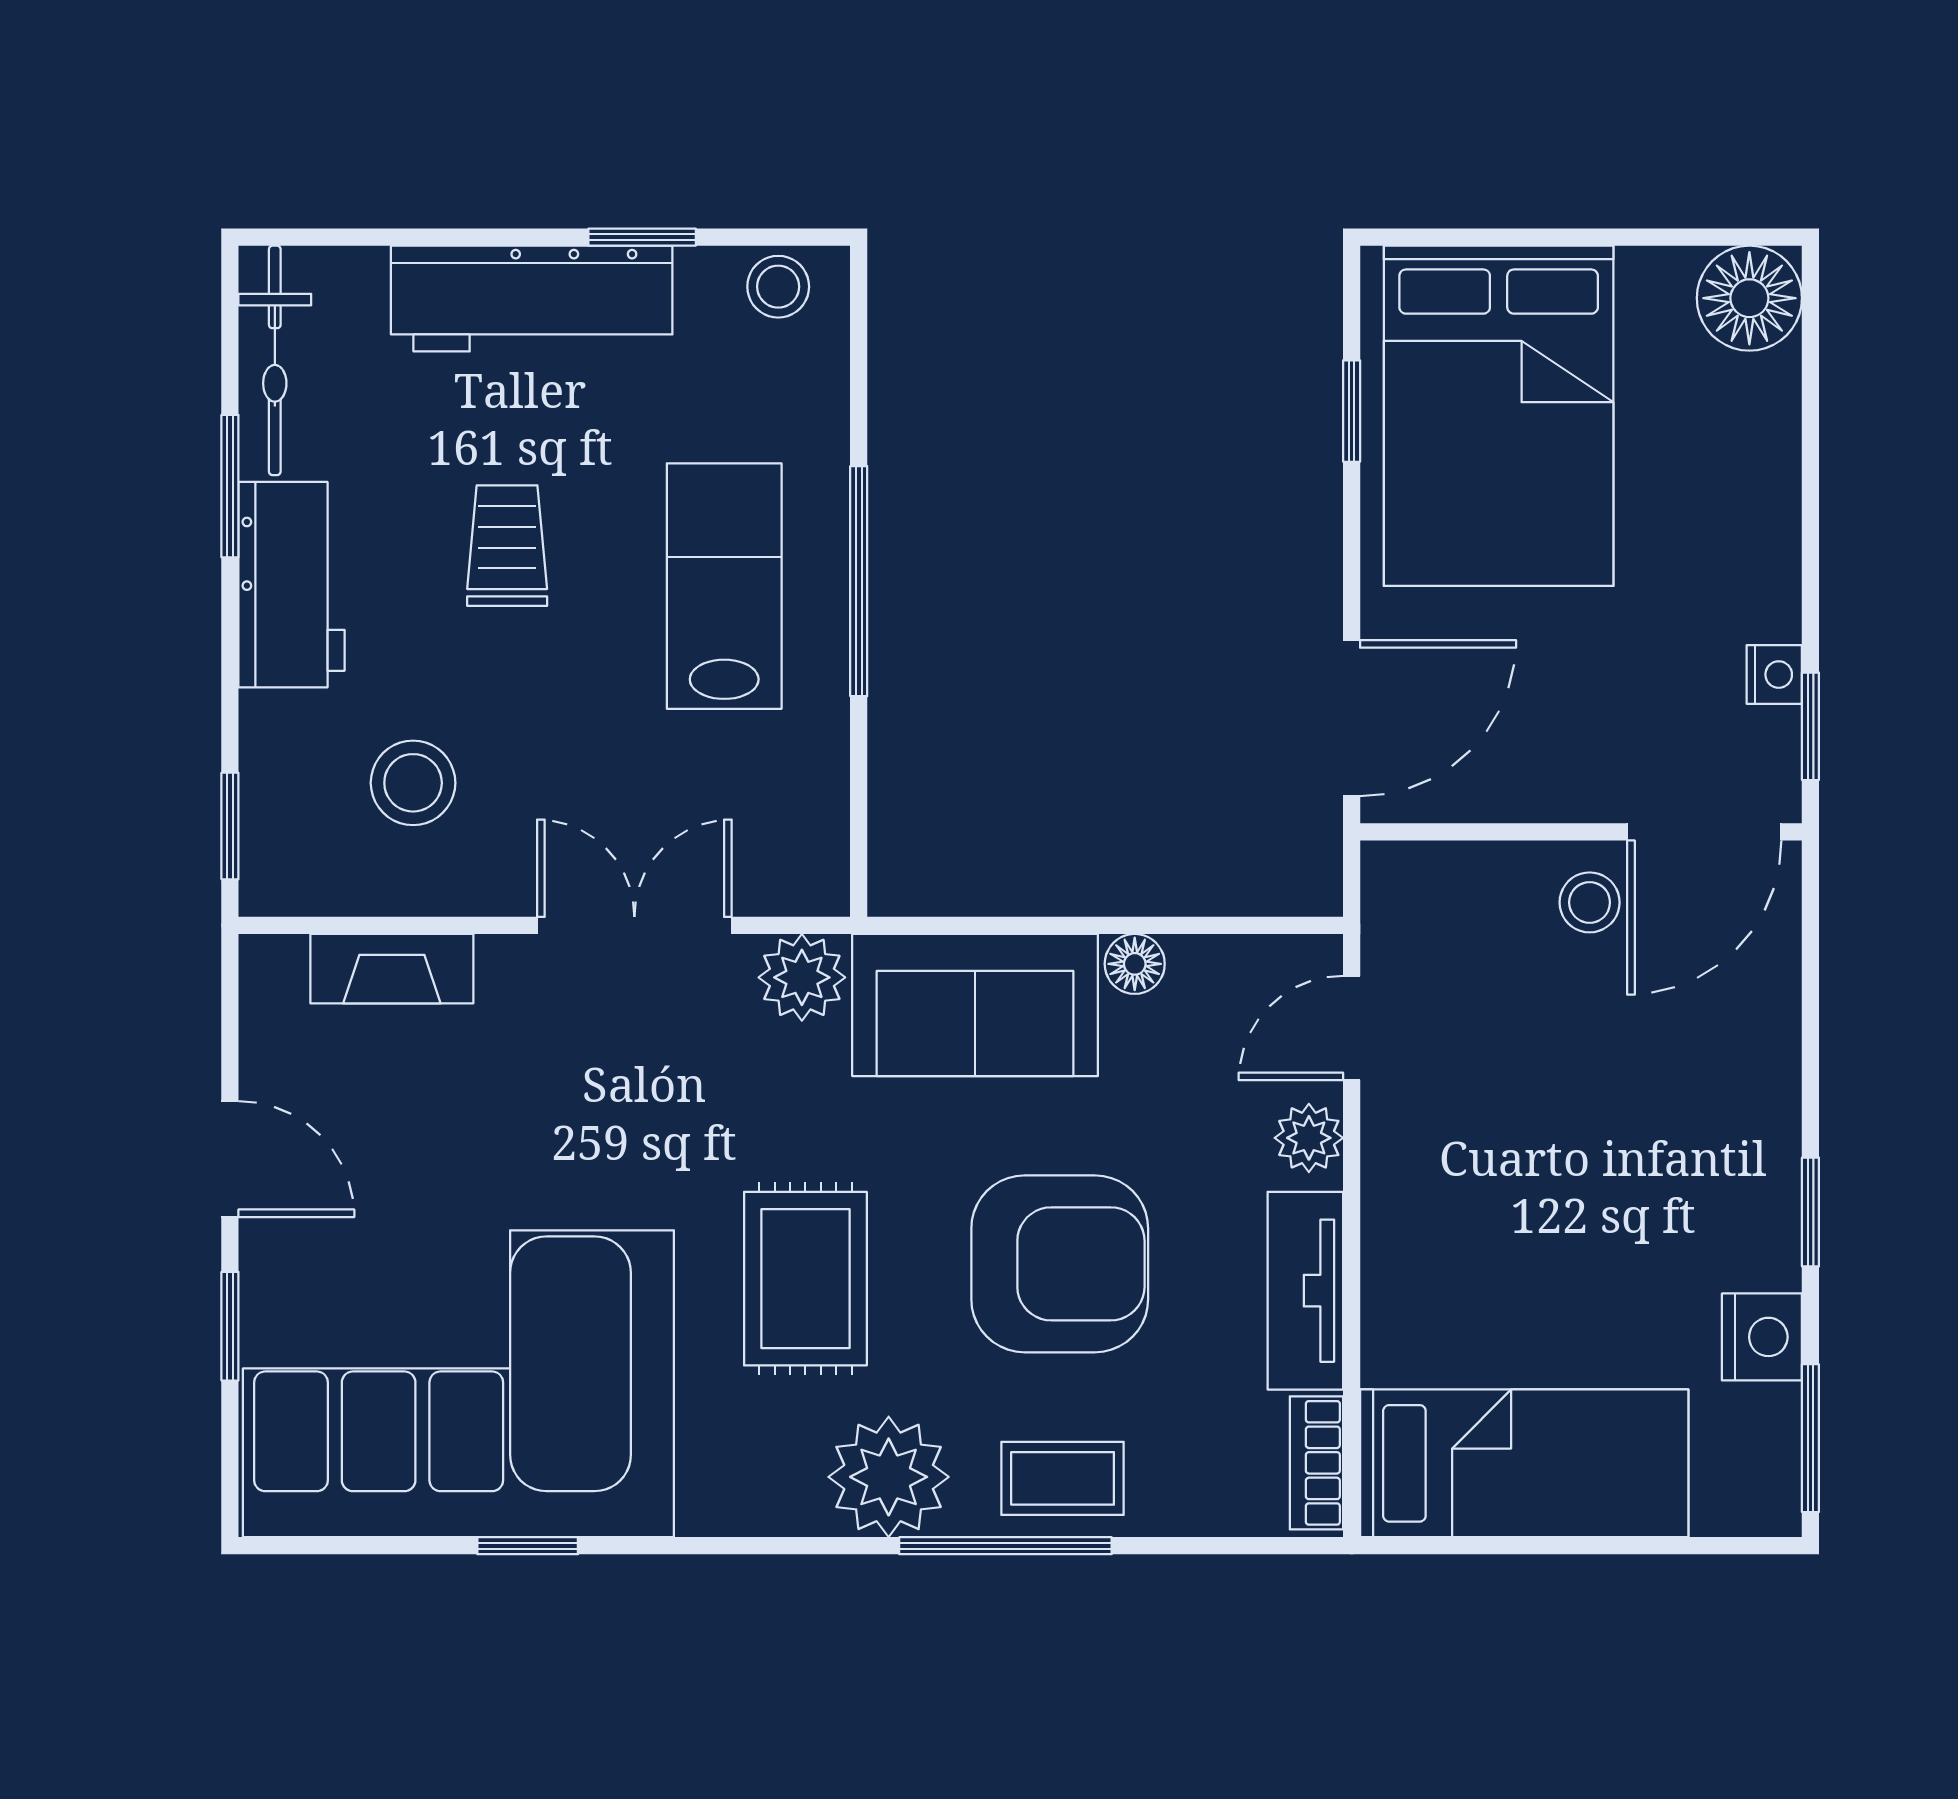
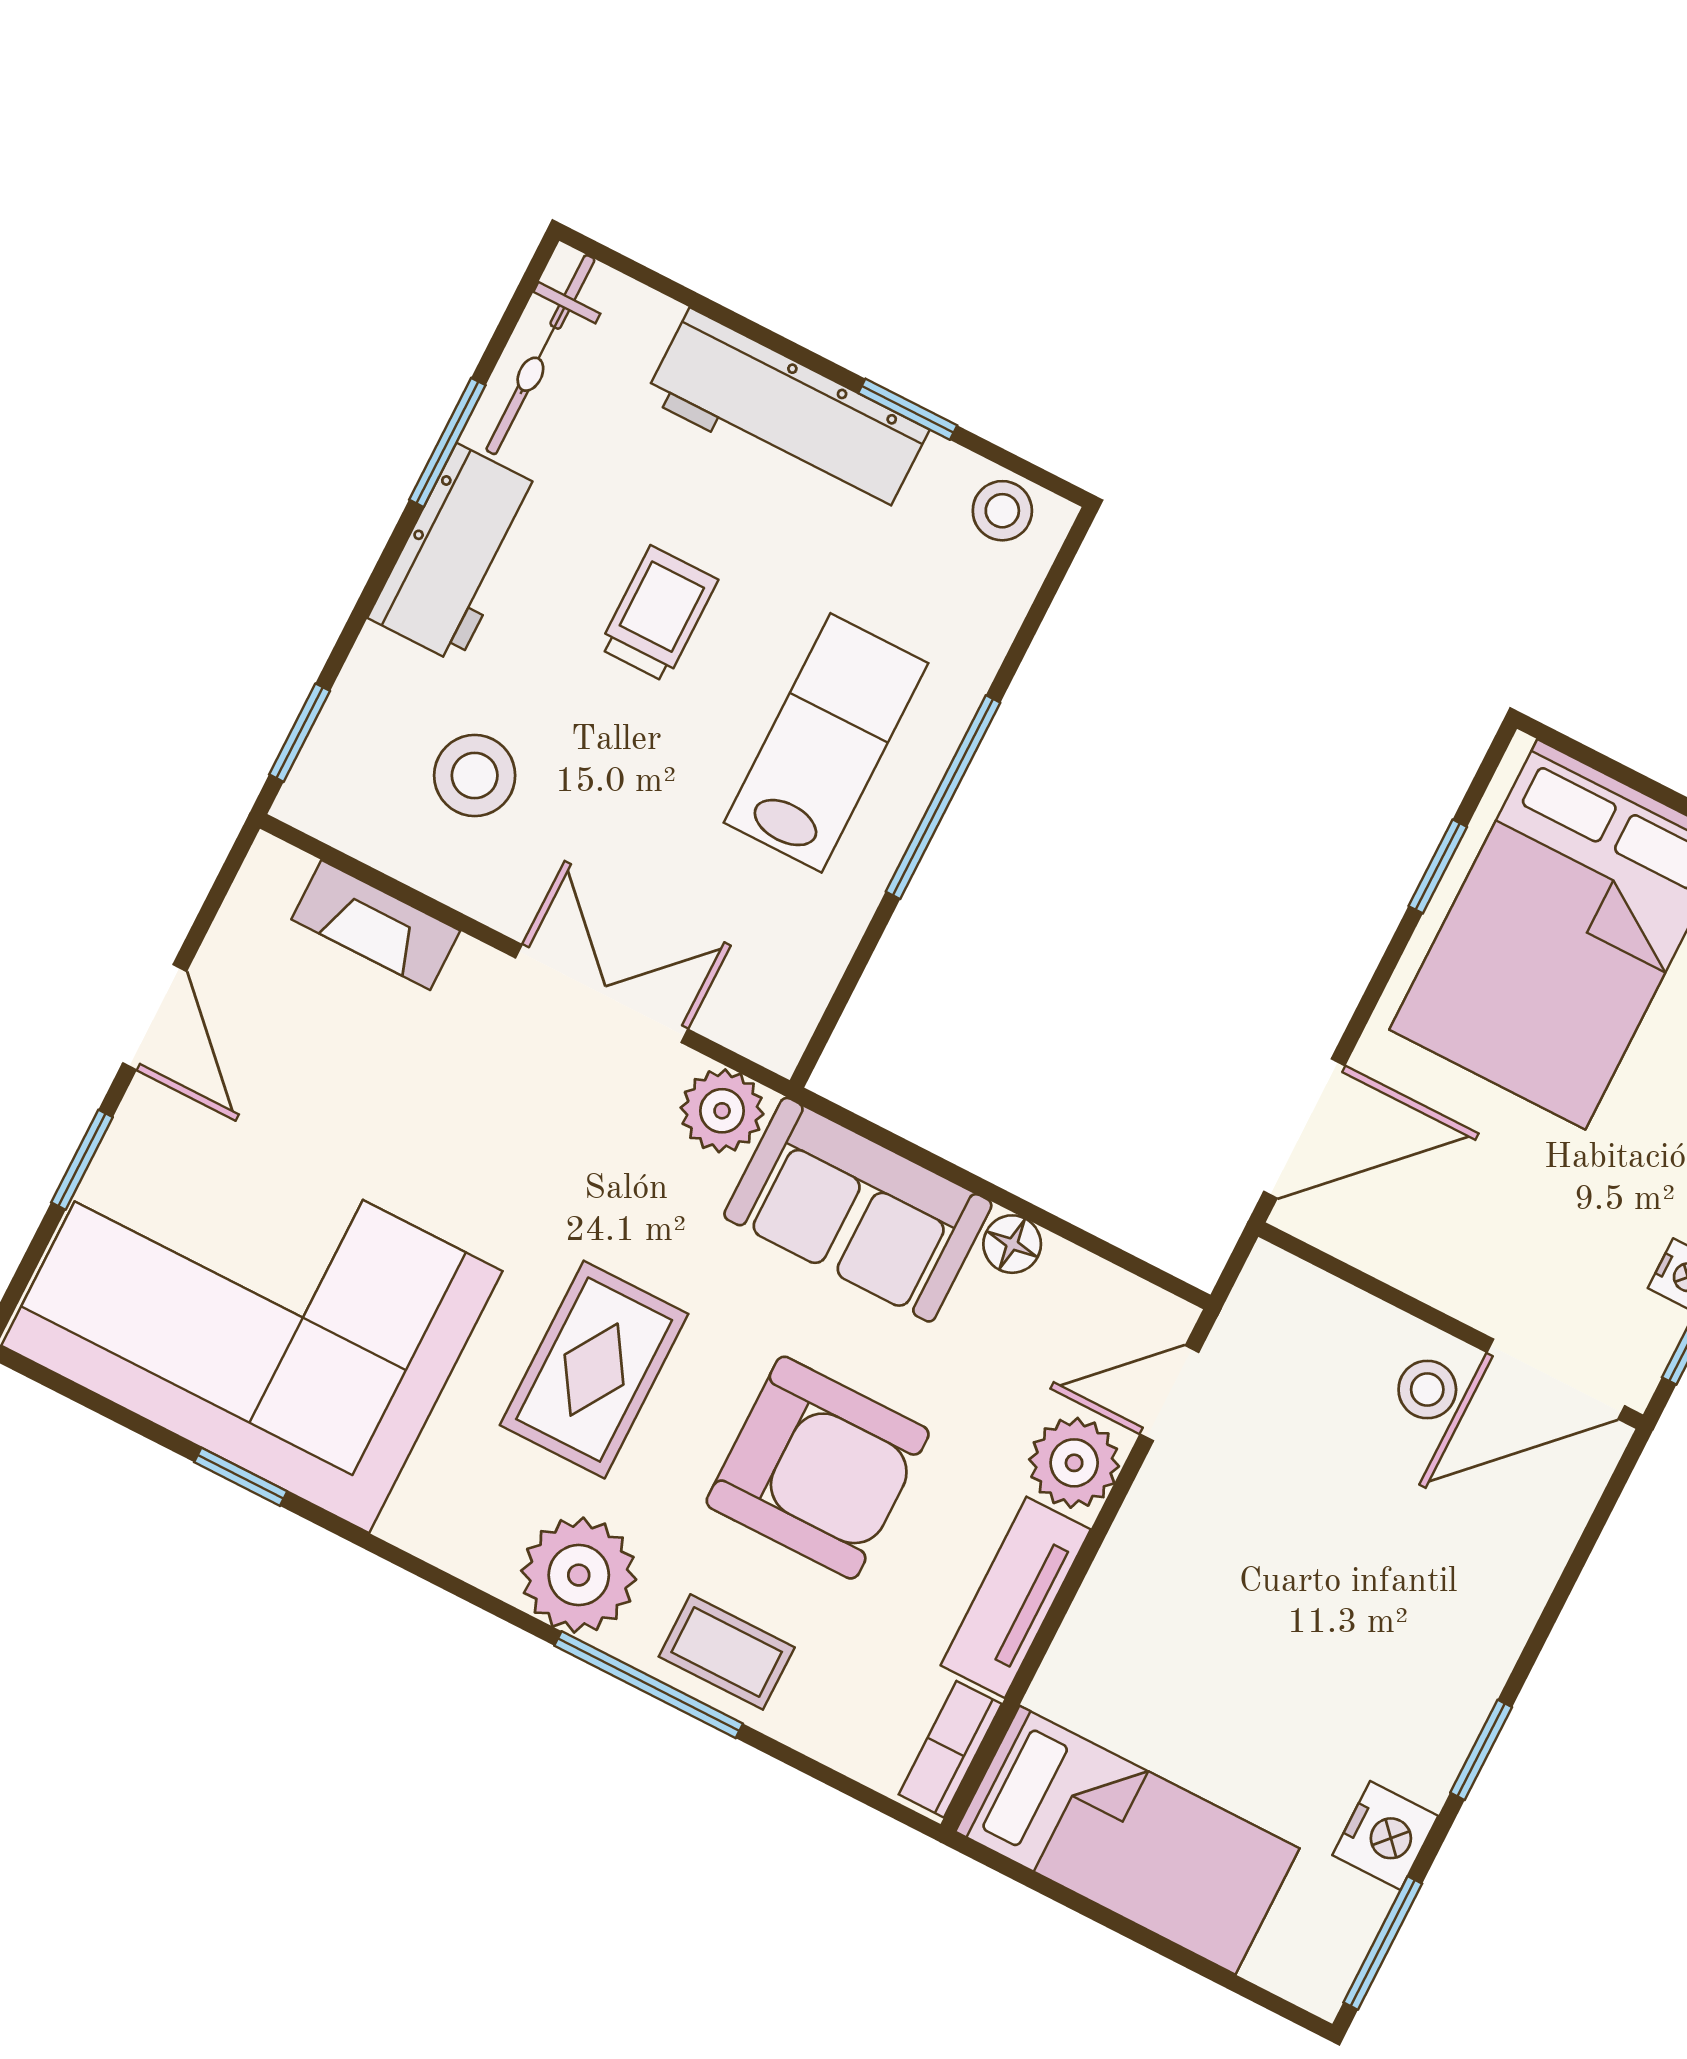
plant: (1309, 1138) -> (1074, 1463), width x1.38, depth x1.38

